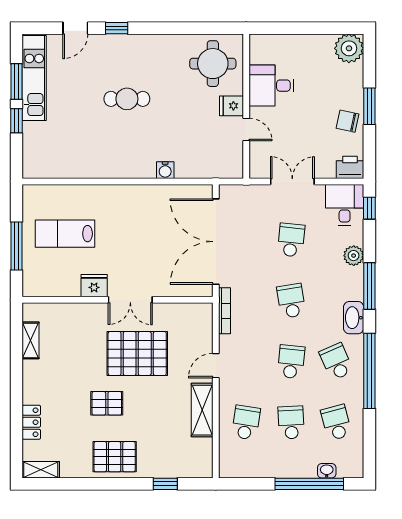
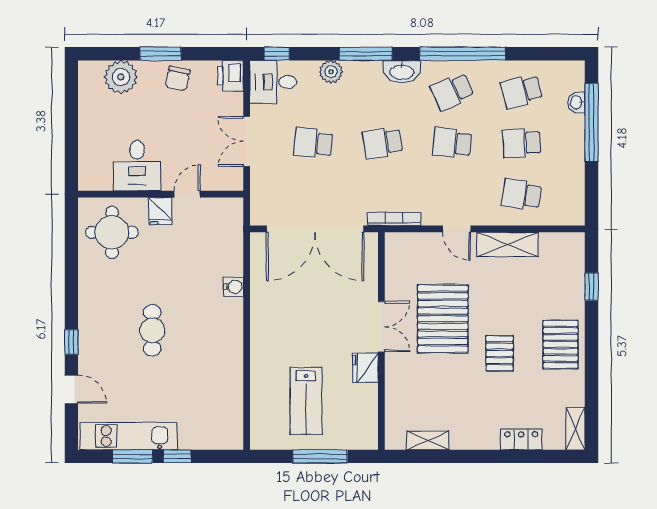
plant: (349, 48) -> (121, 77), moved

